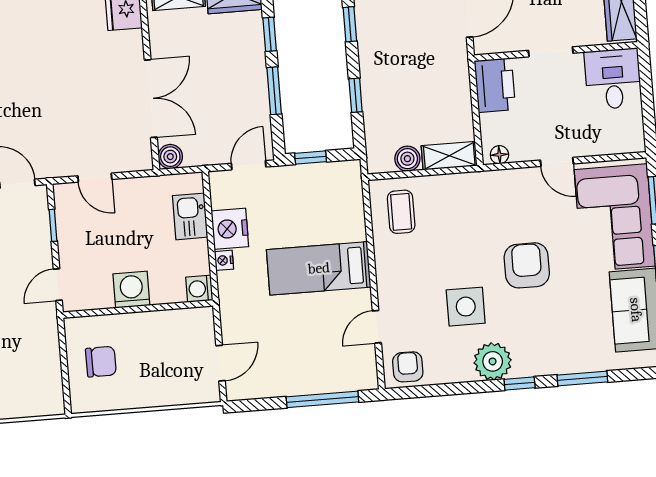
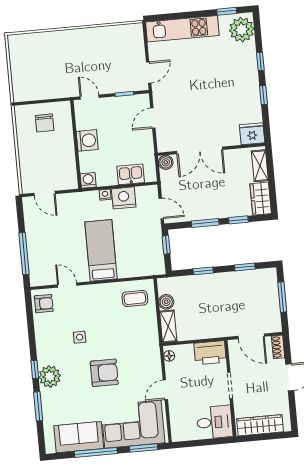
side table: (466, 307) -> (80, 337), width x0.54, depth x0.54
plant: (493, 361) -> (50, 376), moved

